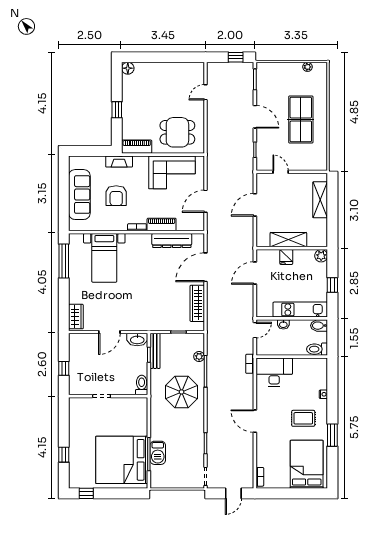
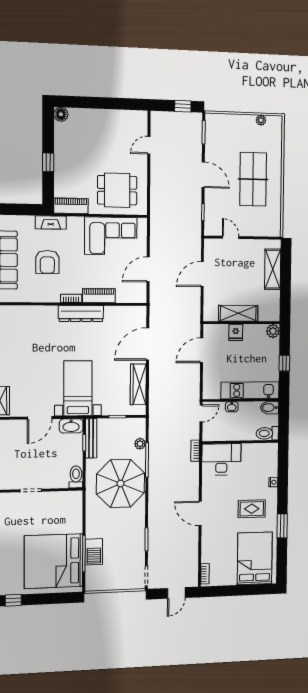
dresser: (172, 240) -> (81, 314), moved
bed with nightstands: (104, 258) -> (78, 388), moved, turned 180
parasol: (182, 392) -> (120, 484), width x1.36, depth x1.36

